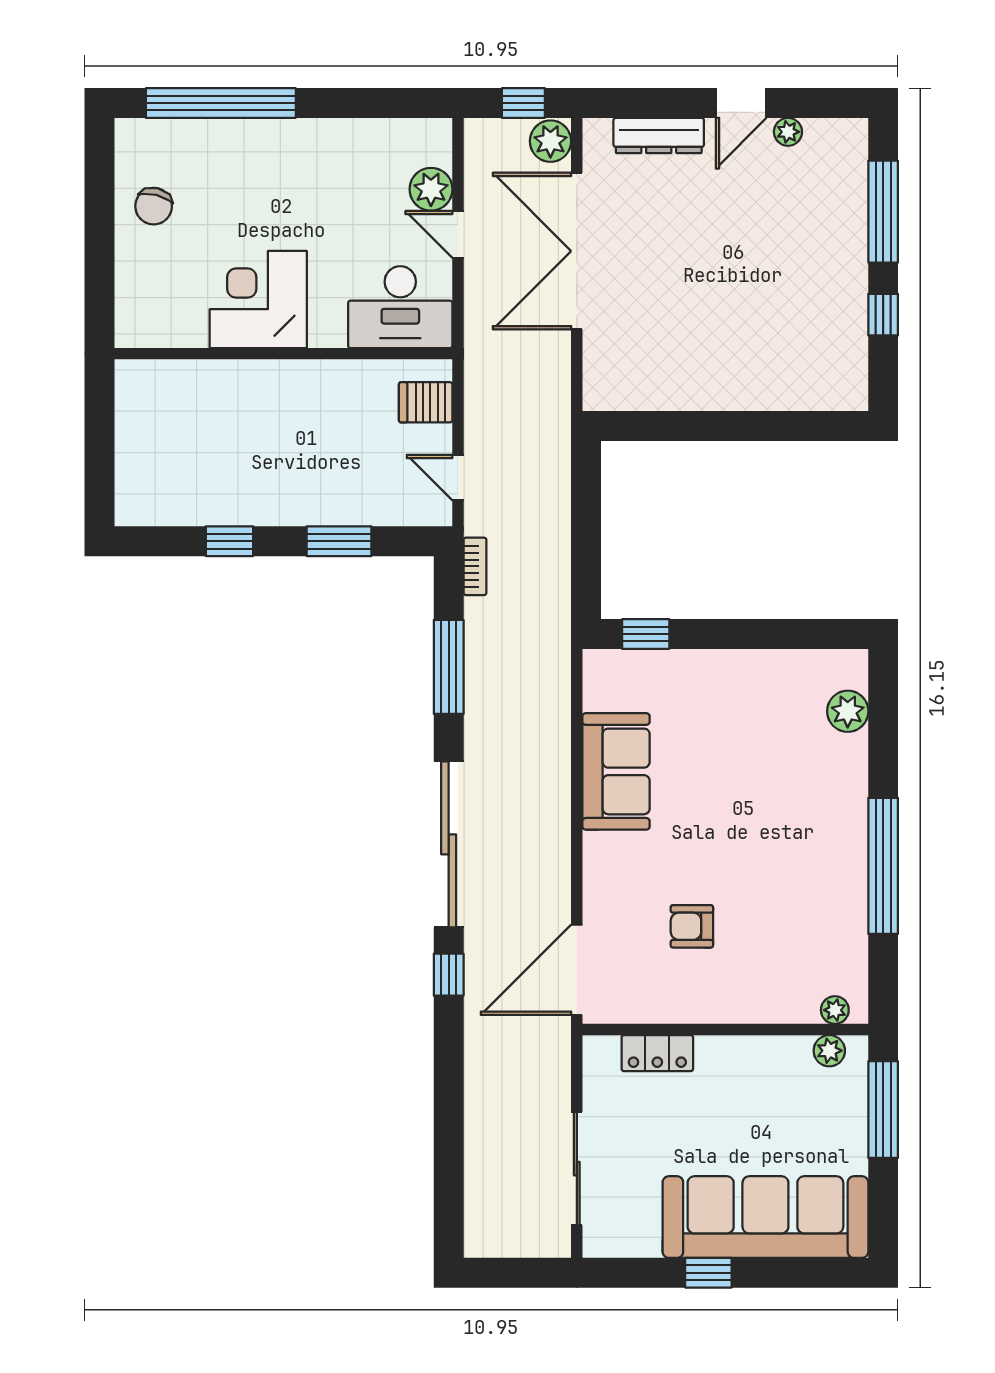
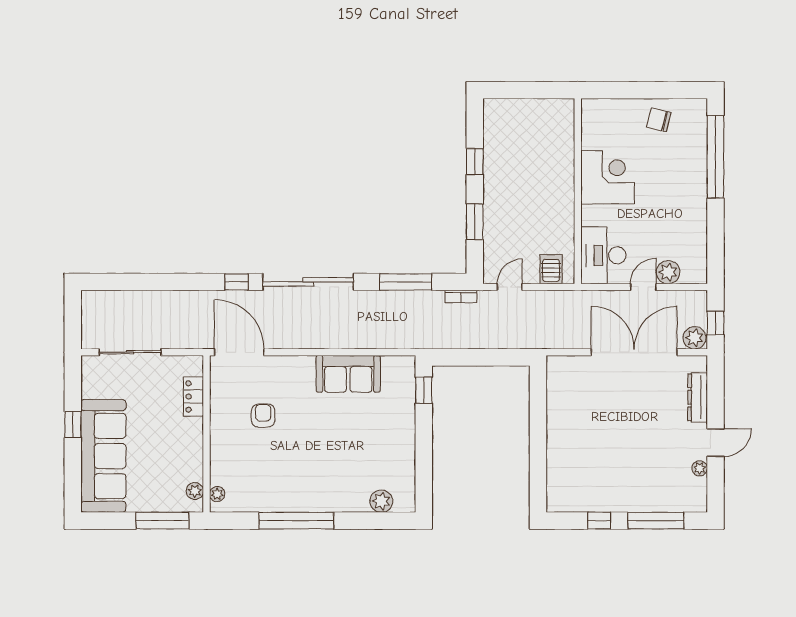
door: (741, 103) -> (715, 443), swing flipped

